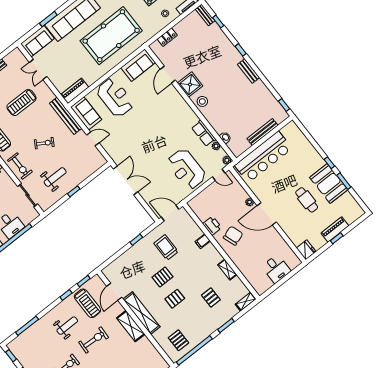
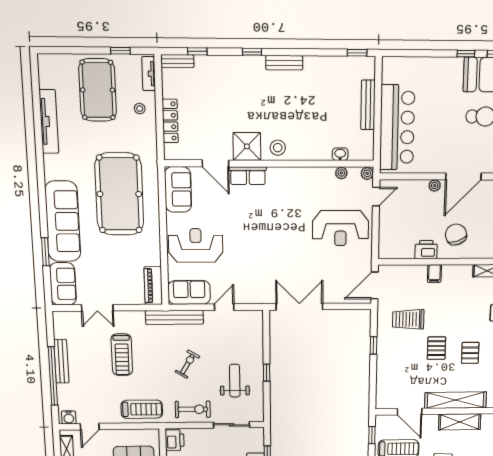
locker: (167, 37) -> (170, 121), width x1.53
row of seats: (204, 133) -> (248, 176), moved

